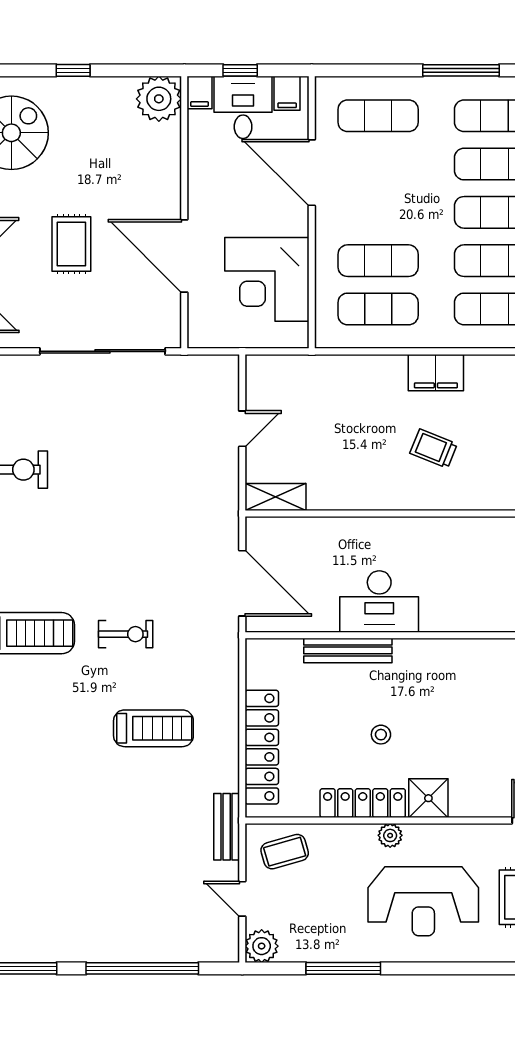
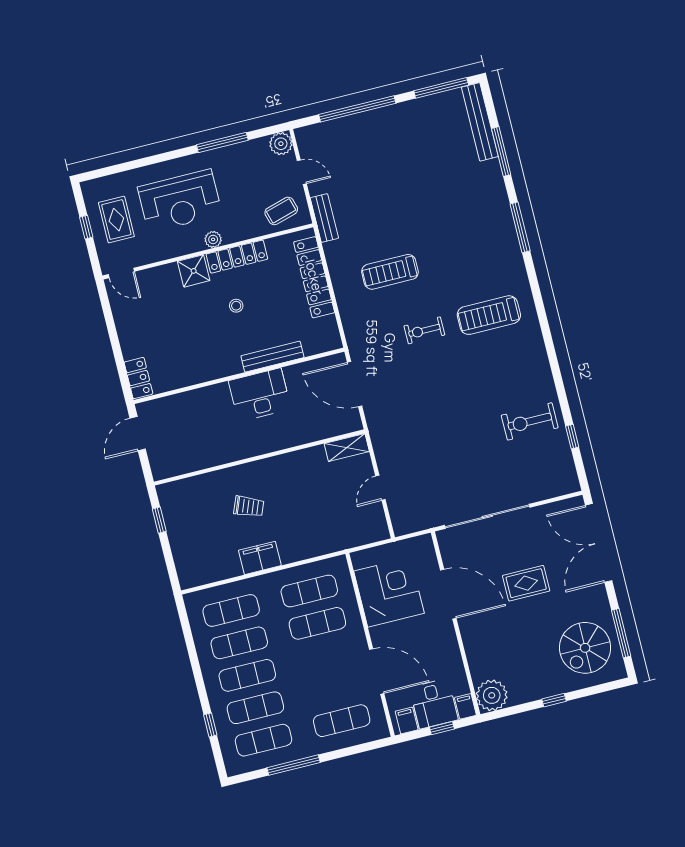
rug: (71, 244) -> (526, 583), turned 90
reception desk: (423, 901) -> (180, 201), turned 180

